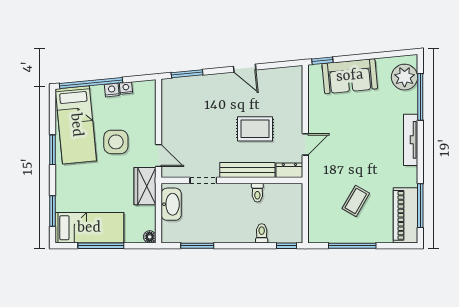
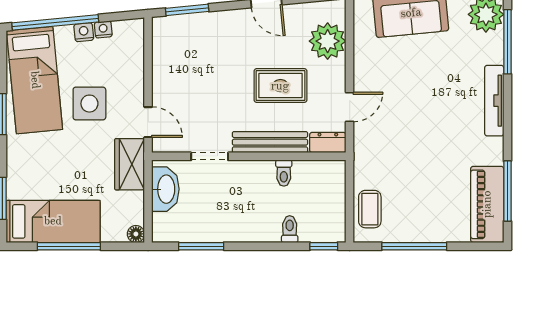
plant: (289, 96) -> (328, 41), added
coffee table: (356, 201) -> (370, 209), moved, turned -30

